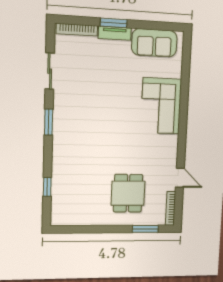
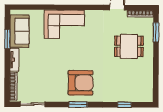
window: (114, 23) -> (7, 39), moved
sliding door: (50, 71) -> (32, 104), moved
armchair: (80, 126) -> (81, 83), added

